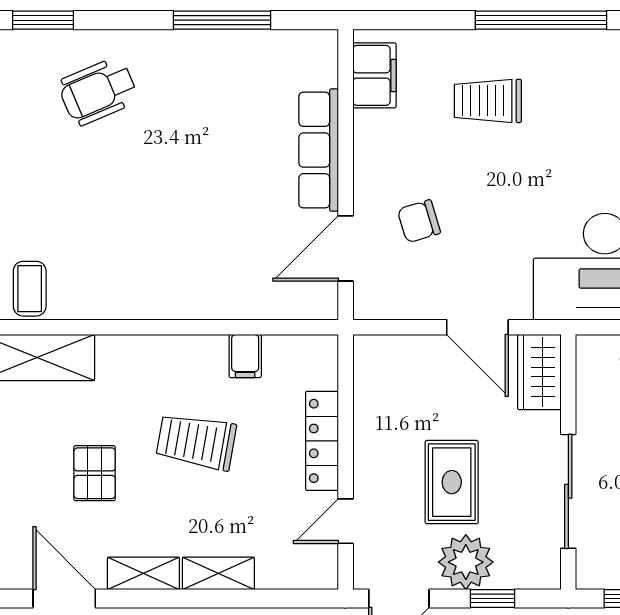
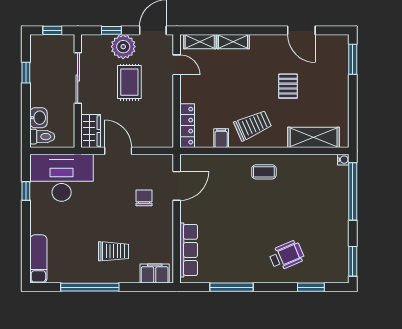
filing cabinet: (374, 75) -> (155, 274), moved, turned 90
row of seats: (319, 150) -> (189, 250), moved
chair: (419, 221) -> (144, 198), turned -73
coffee table: (30, 289) -> (264, 172), moved, turned 90
locker: (322, 441) -> (187, 126), moved
trolley: (196, 442) -> (253, 125), moved, turned -34
door: (346, 521) -> (177, 65), hinge flipped
shelving: (143, 573) -> (200, 42), moved

